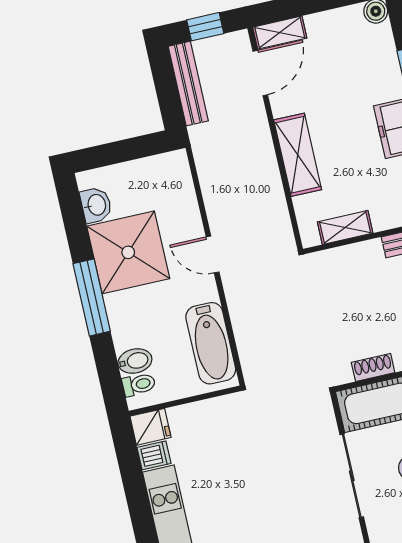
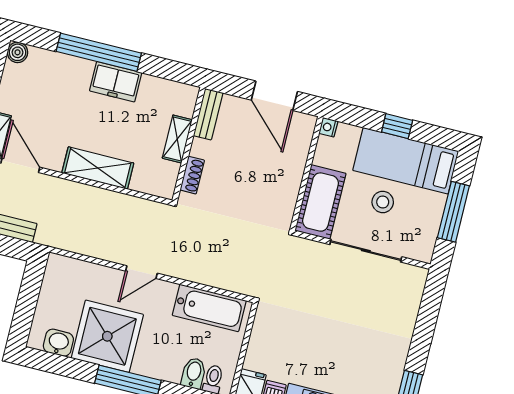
shelving: (345, 228) -> (177, 139), moved
shoe rack: (373, 367) -> (192, 175), moved, turned 180

